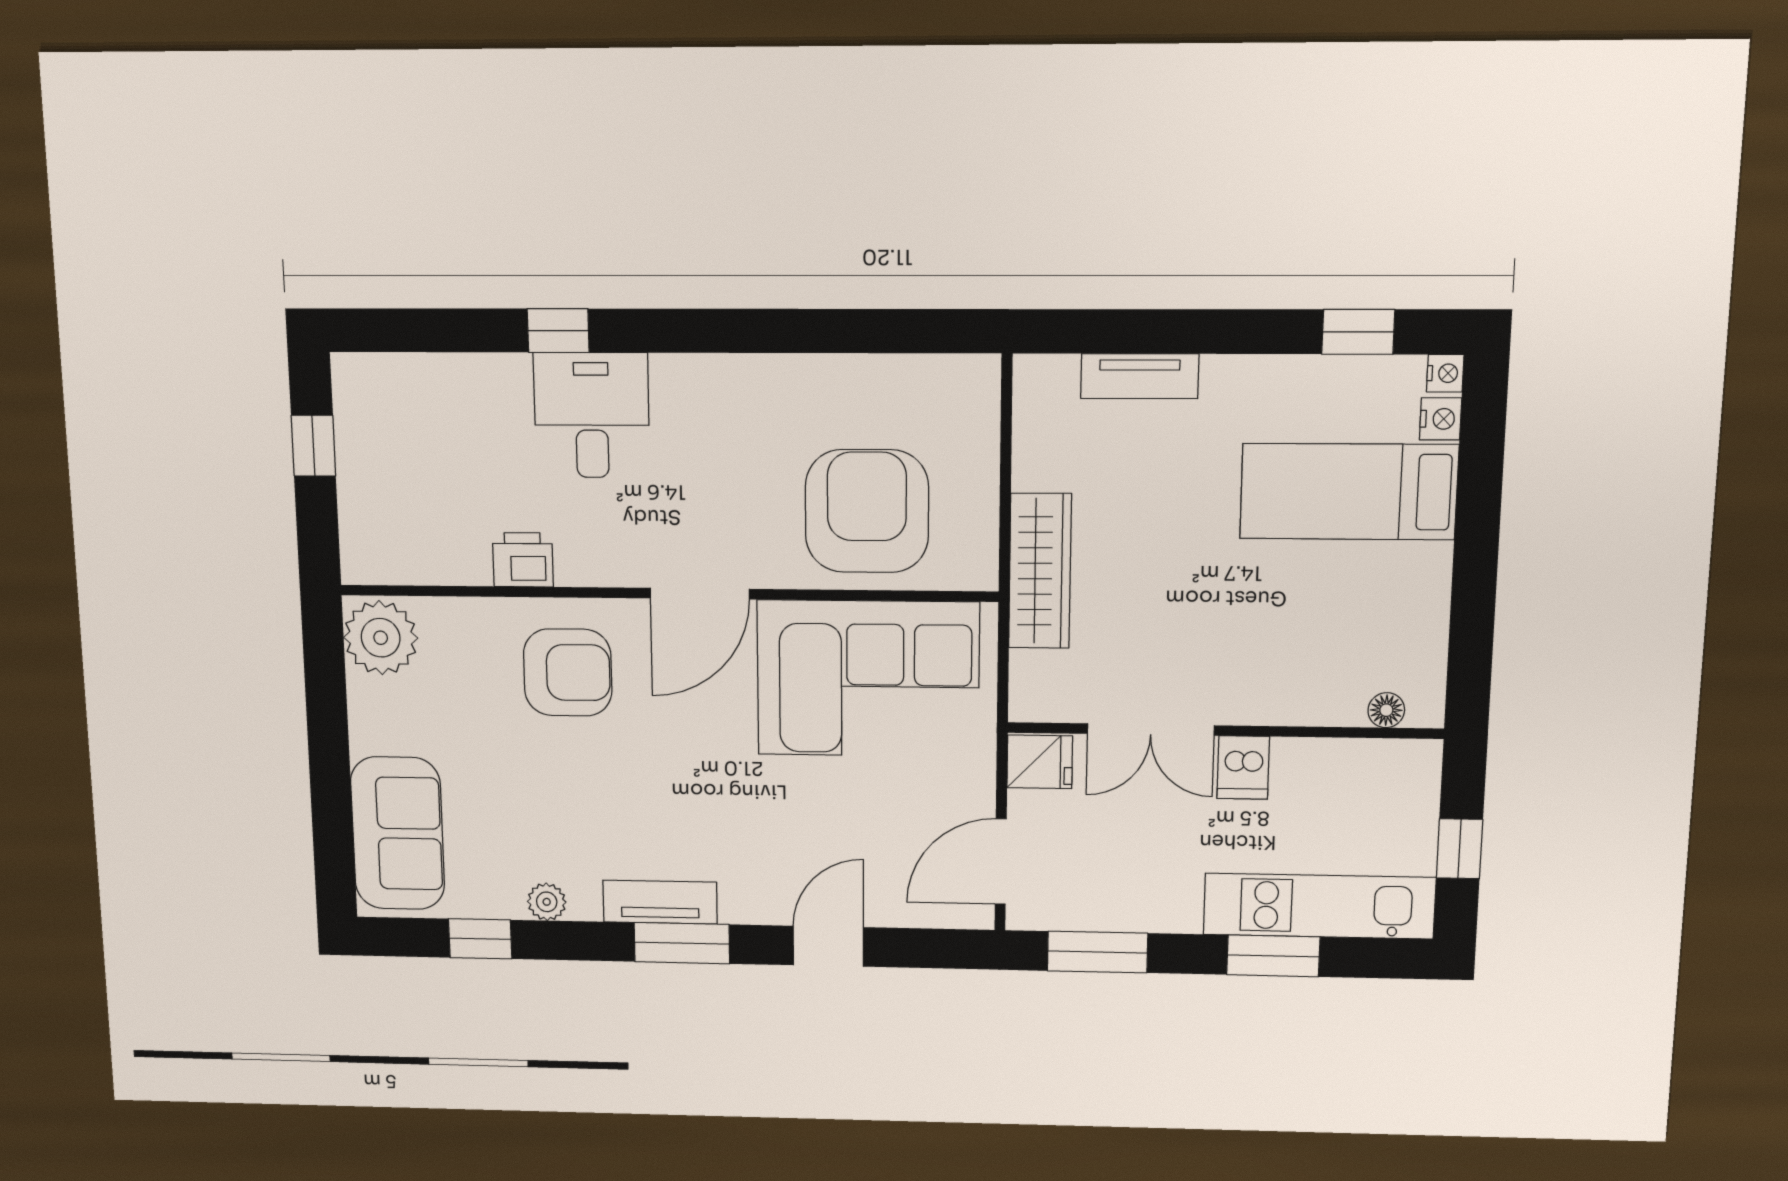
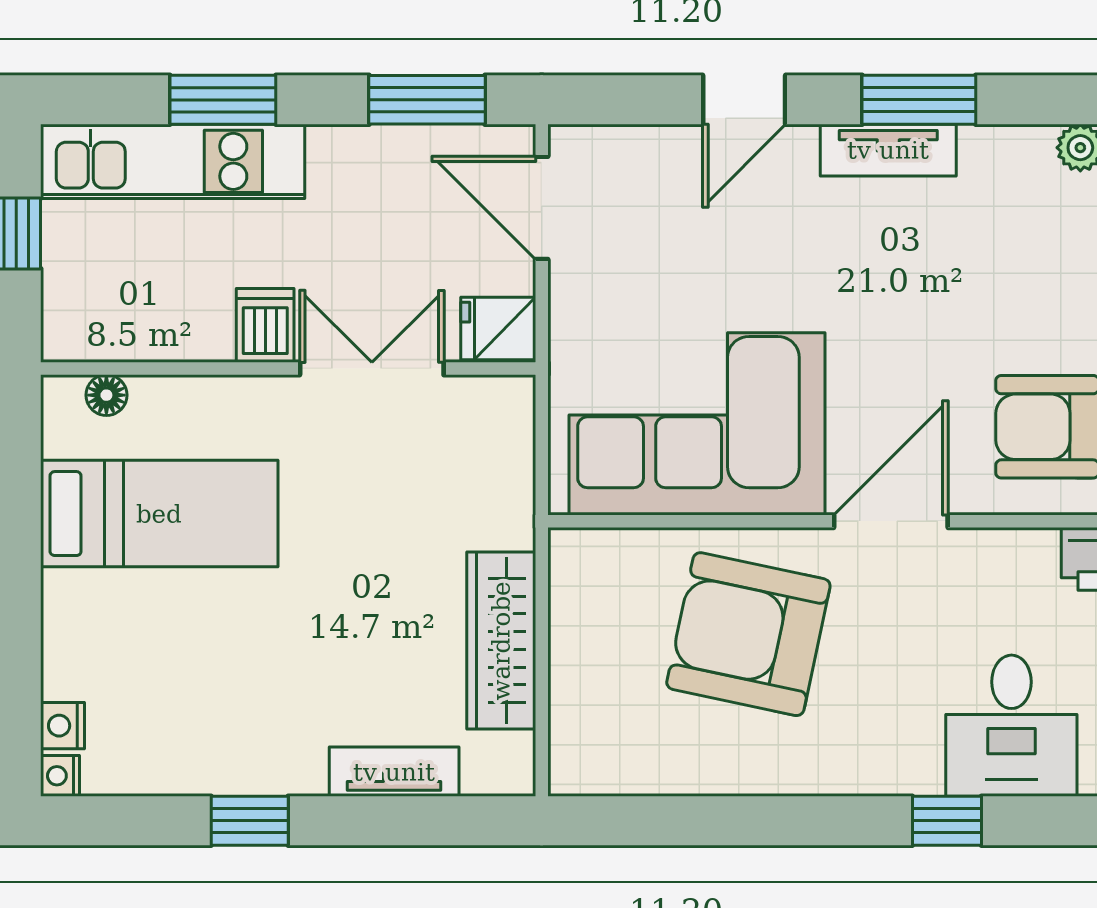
window: (558, 331) -> (947, 821), moved
window: (1358, 332) -> (250, 821), moved
bed: (1349, 492) -> (159, 514), moved
armchair: (867, 511) -> (748, 634), moved, turned 102
wardrobe: (1040, 571) -> (501, 641), moved
door: (1001, 862) -> (542, 208), swing flipped
tv unit: (660, 902) -> (888, 150), moved

